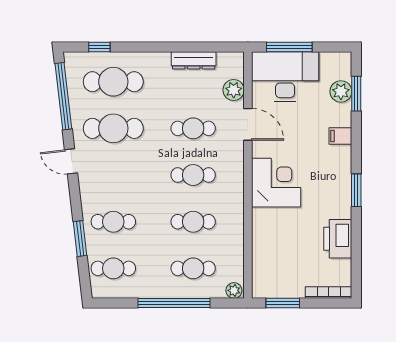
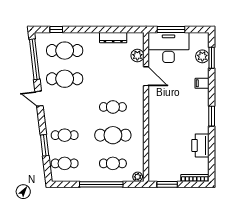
cafe table: (193, 128) -> (113, 79), removed
corner desk: (276, 183) -> (163, 112), removed
cafe table: (193, 222) -> (113, 135), width x1.37, depth x1.35

